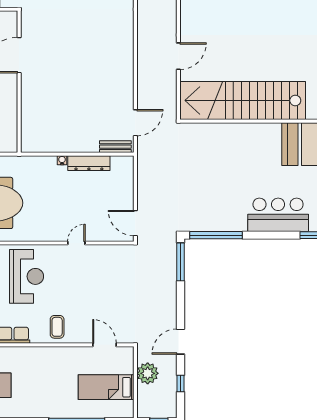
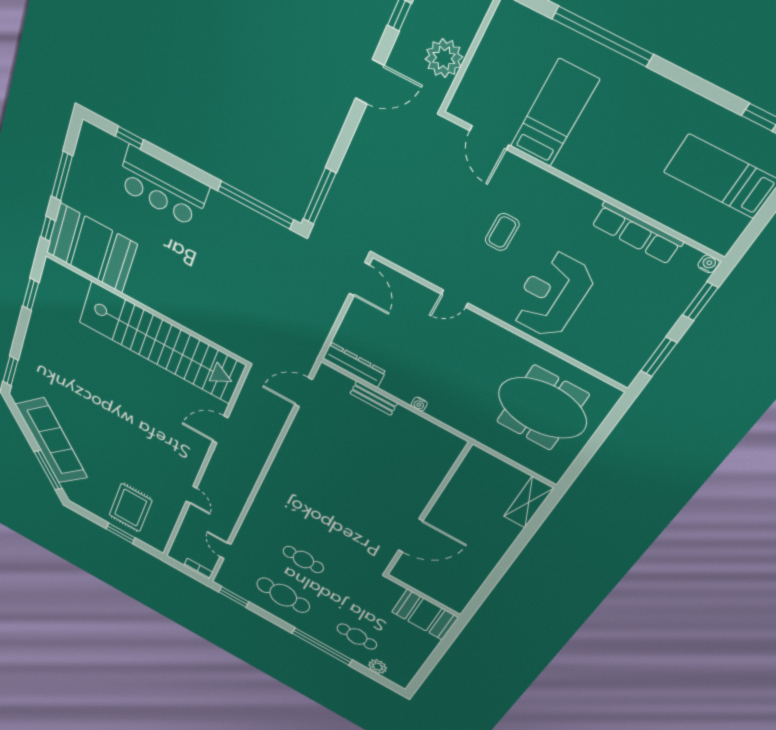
bench: (115, 147) -> (374, 398), moved
dresser: (89, 163) -> (354, 365), moved
coffee table: (57, 327) -> (502, 232), moved
bed: (106, 387) -> (554, 113), moved, turned -90

